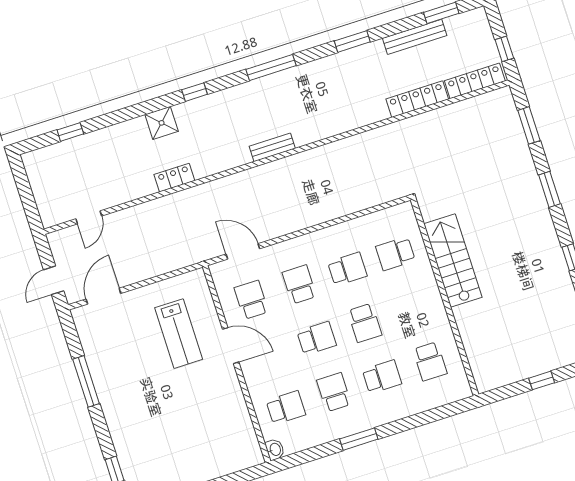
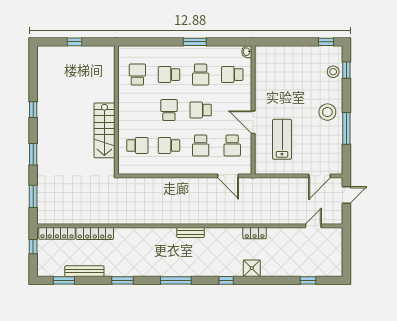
stool: (123, 397) -> (327, 112), added
stool: (134, 461) -> (333, 72), added

